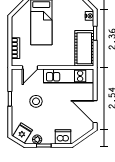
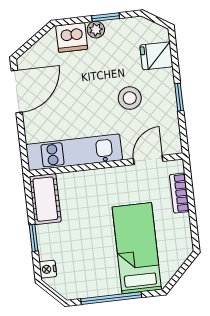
cot: (84, 48) -> (45, 199), width x0.73, depth x0.75
door: (95, 112) -> (17, 91), hinge flipped
fridge: (23, 133) -> (156, 56), moved, turned 58
plant: (37, 139) -> (96, 30), moved

